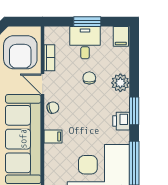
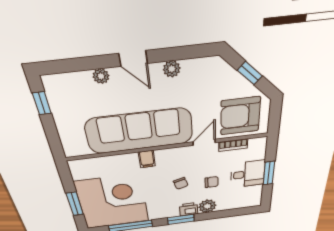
filing cabinet: (121, 36) -> (252, 201), removed
chair: (53, 108) -> (181, 183), moved
printer: (121, 121) -> (189, 209), moved

